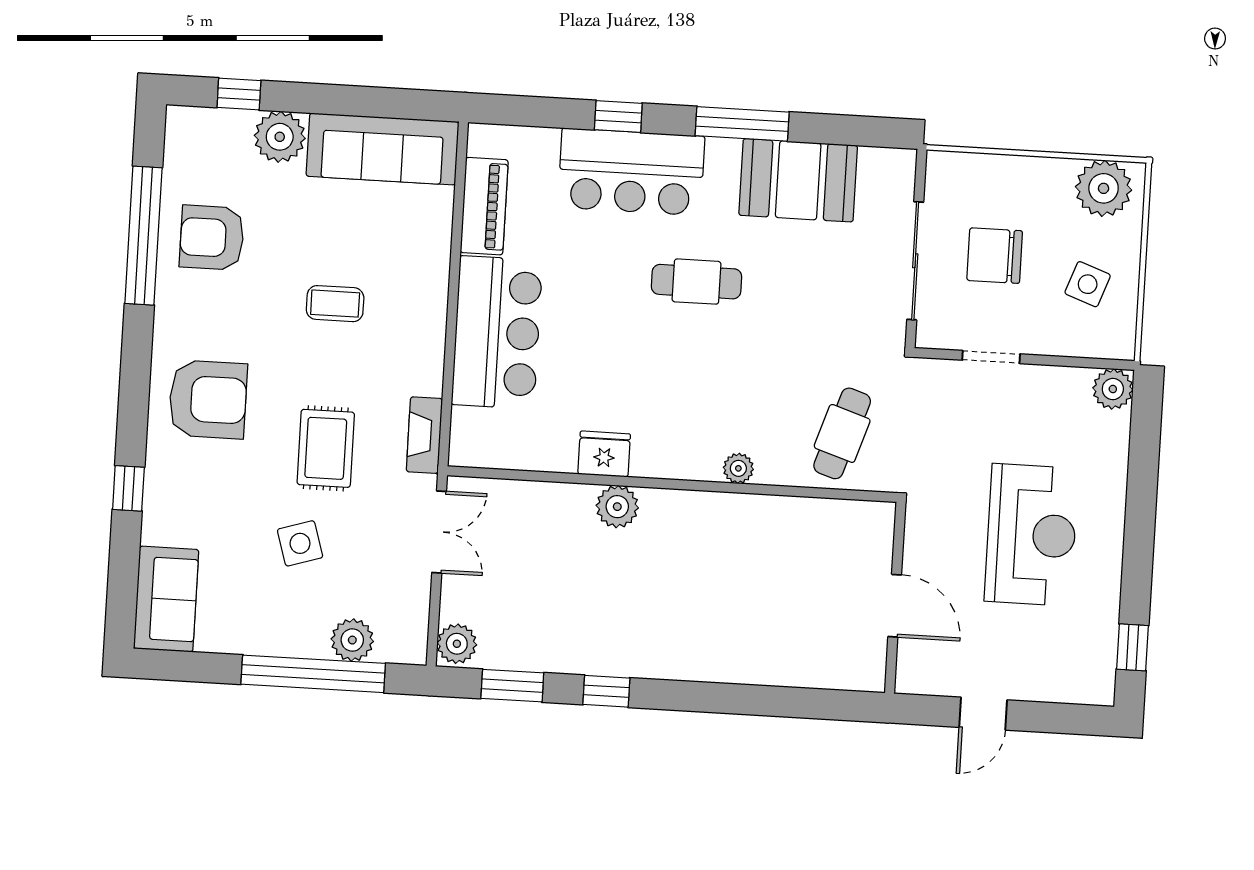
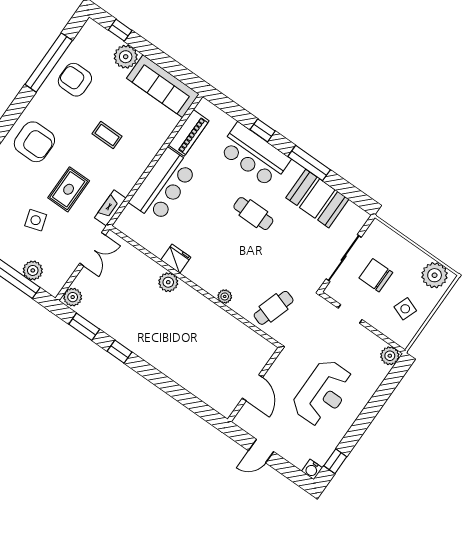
water cooler: (1099, 689) -> (312, 469), added

